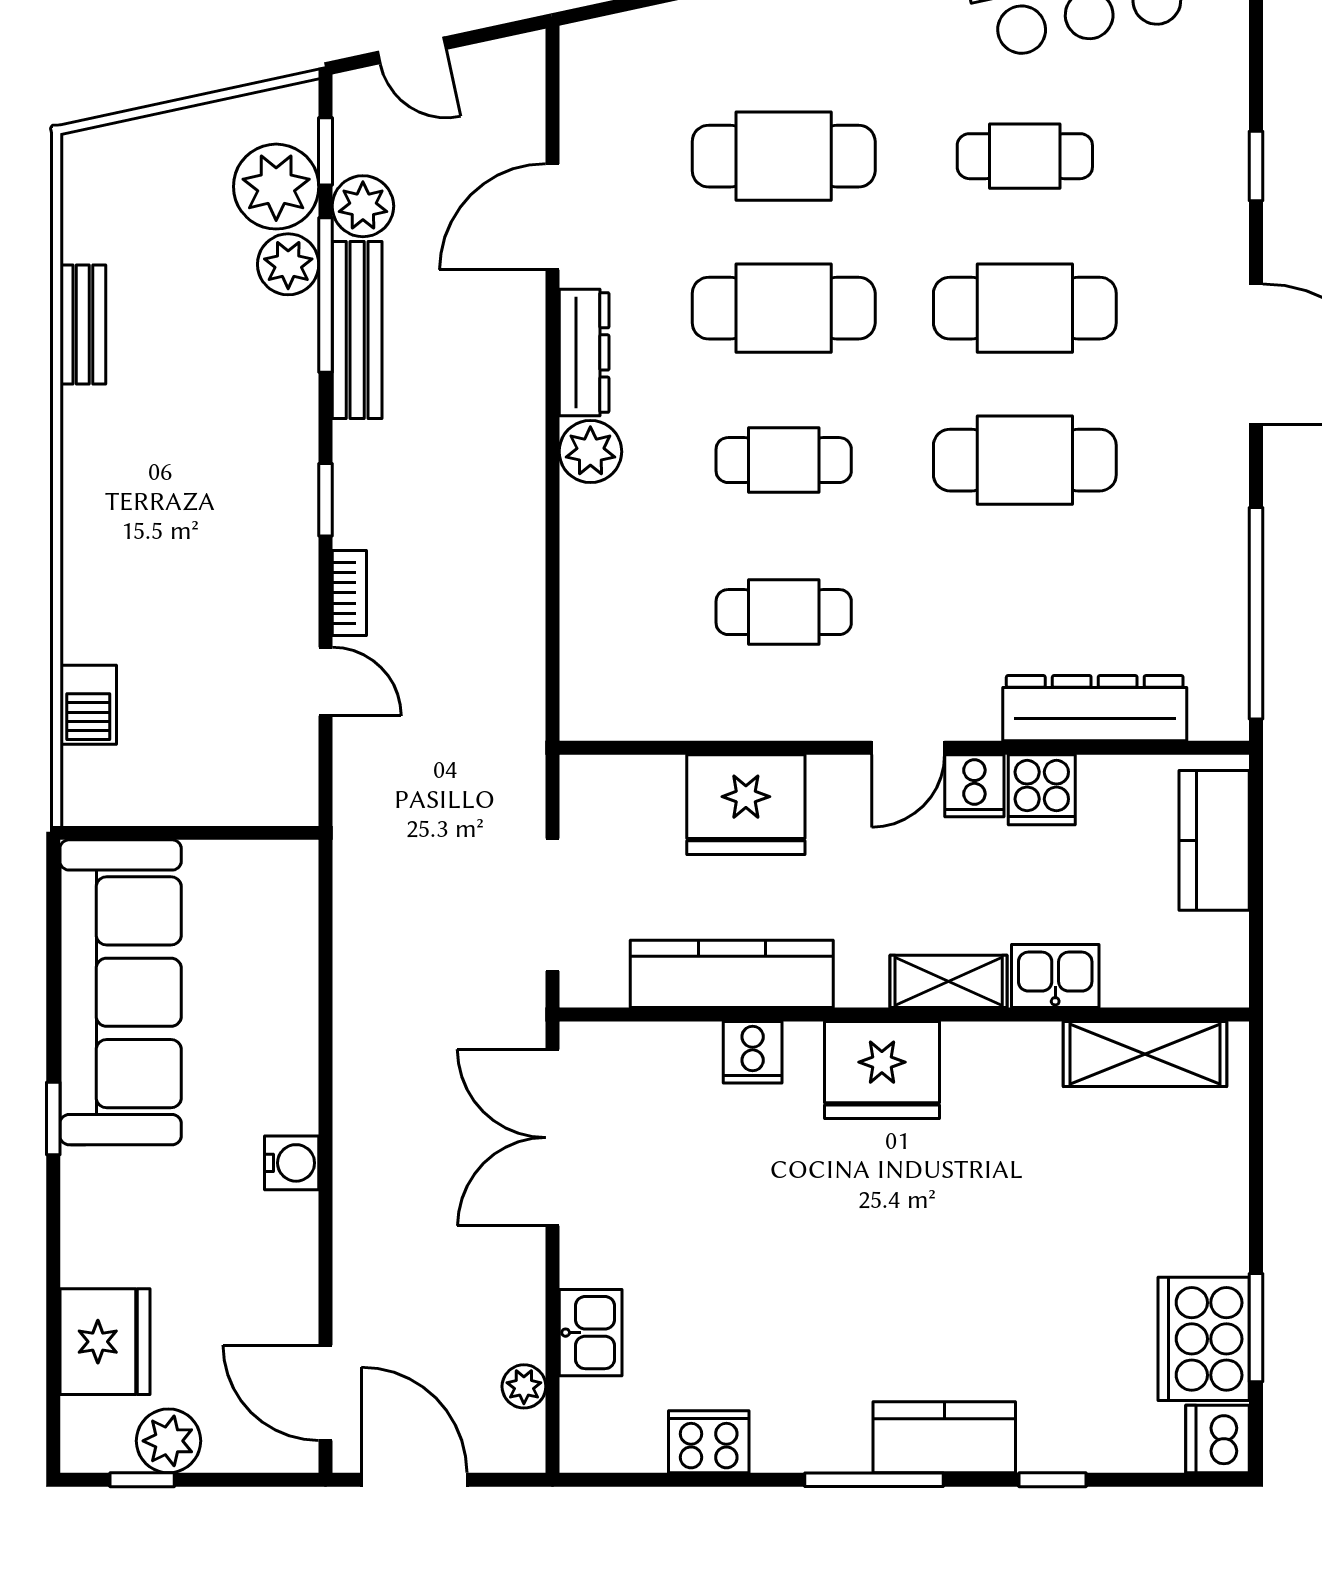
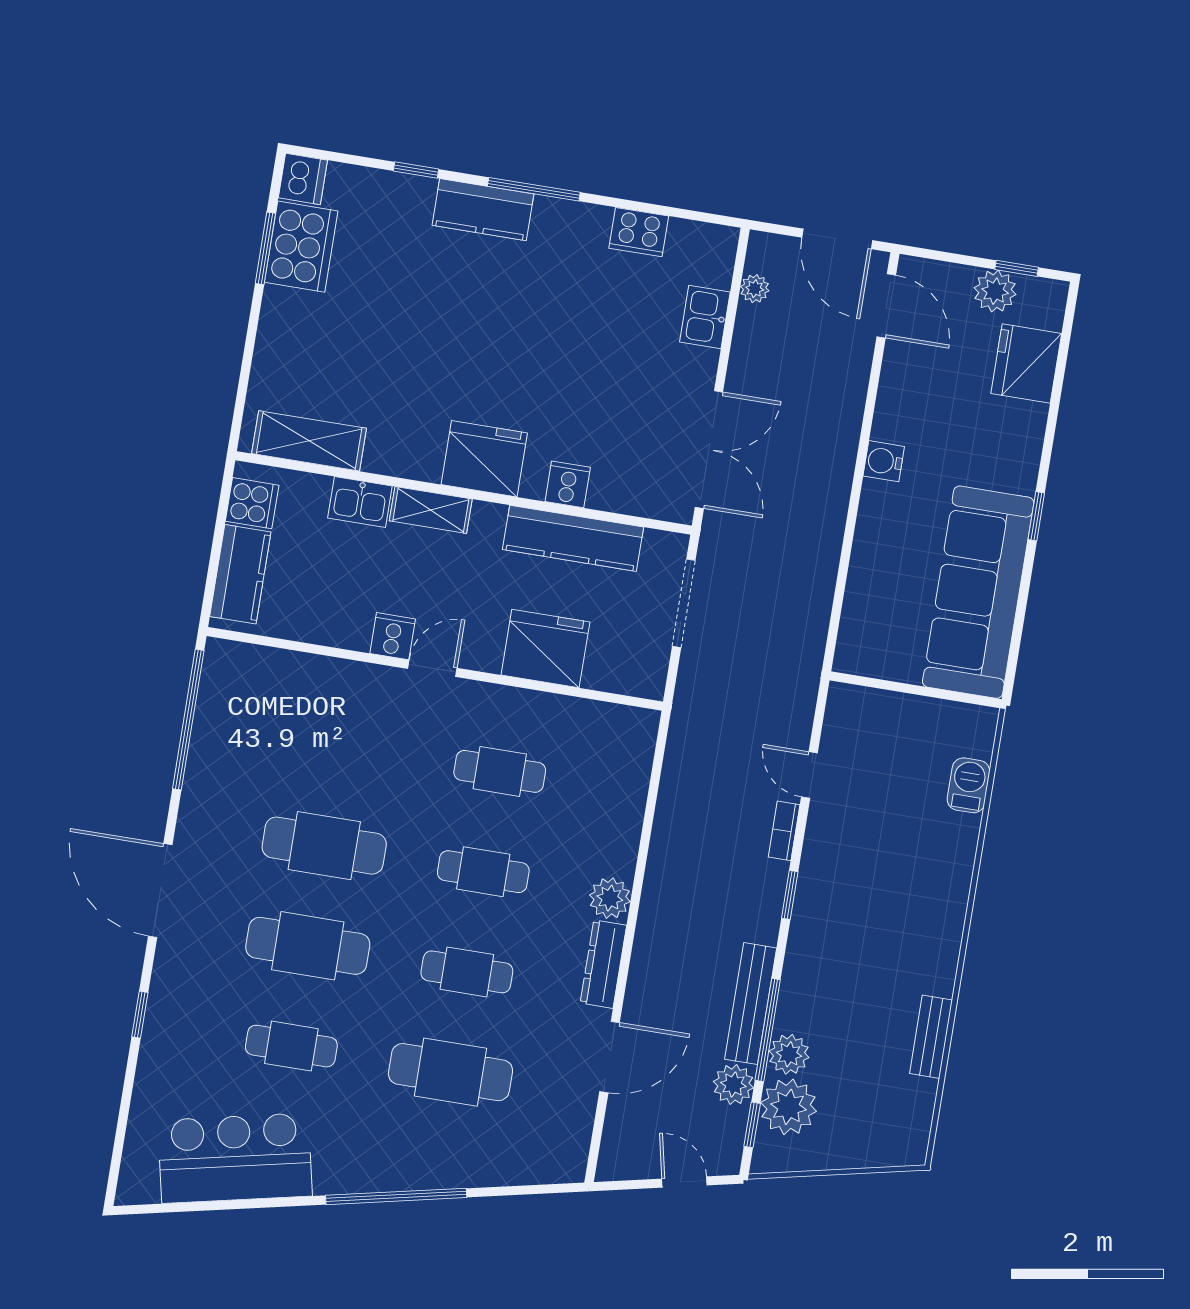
cafe table: (784, 308) -> (467, 972), width x0.73, depth x0.74
dresser: (1095, 708) -> (305, 674), removed
cooker: (1042, 790) -> (252, 503), moved, turned 90

